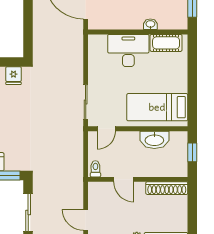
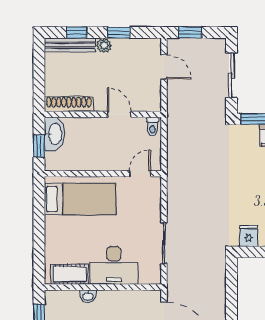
sliding door: (86, 102) -> (164, 243), moved
washbasin: (154, 140) -> (55, 134), moved, turned 90

